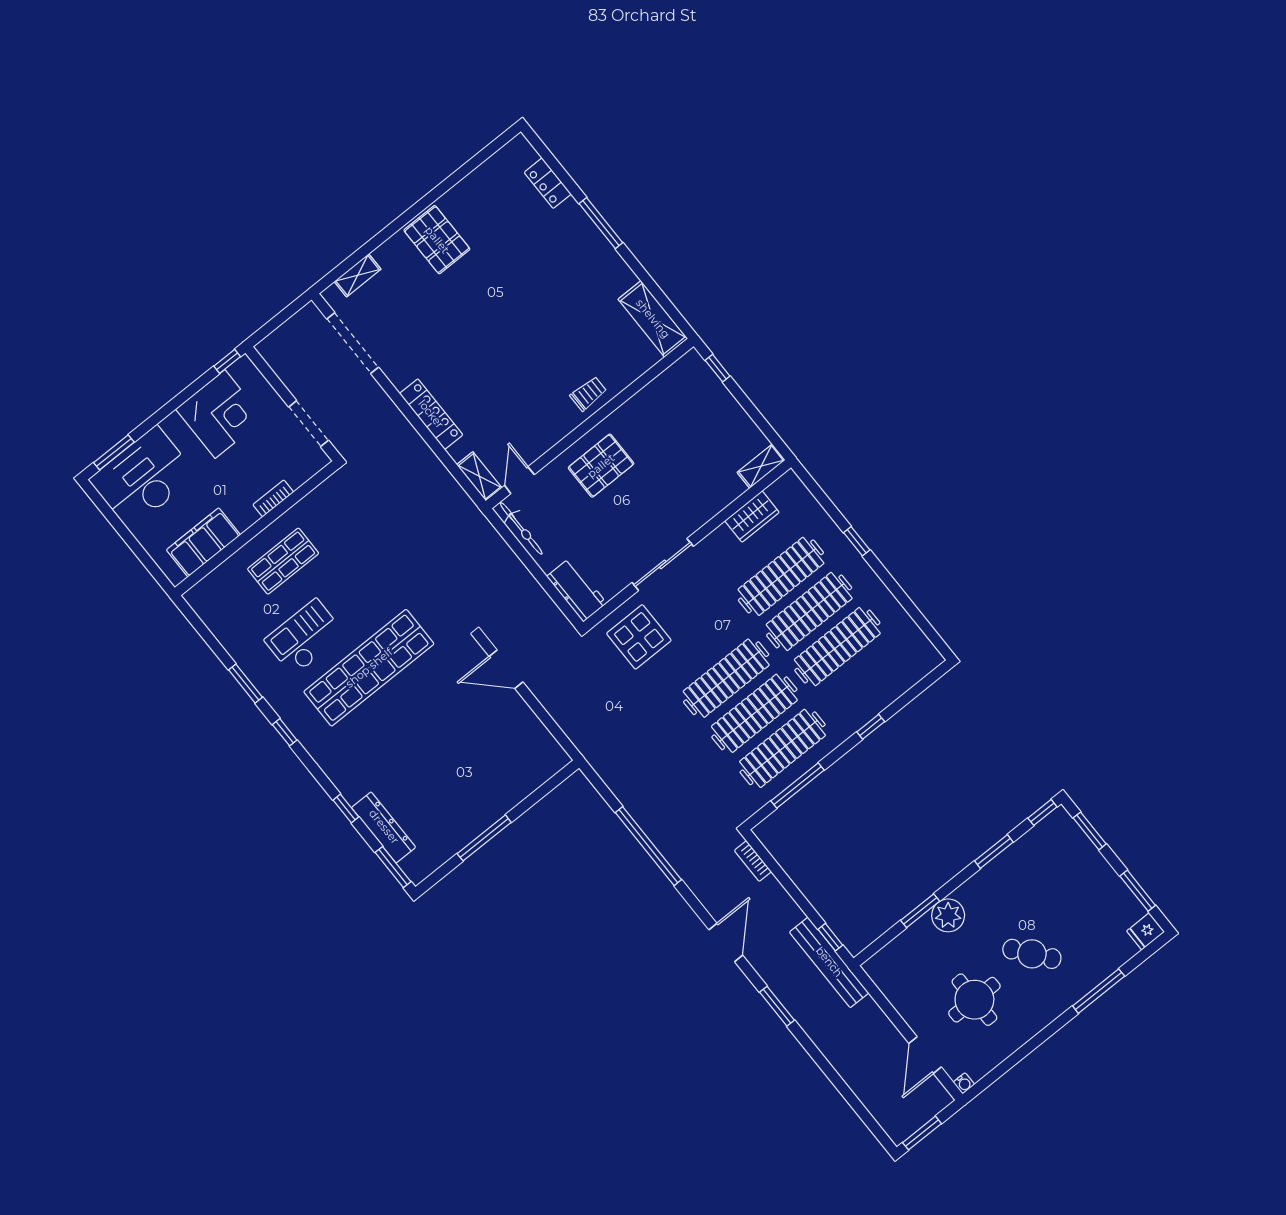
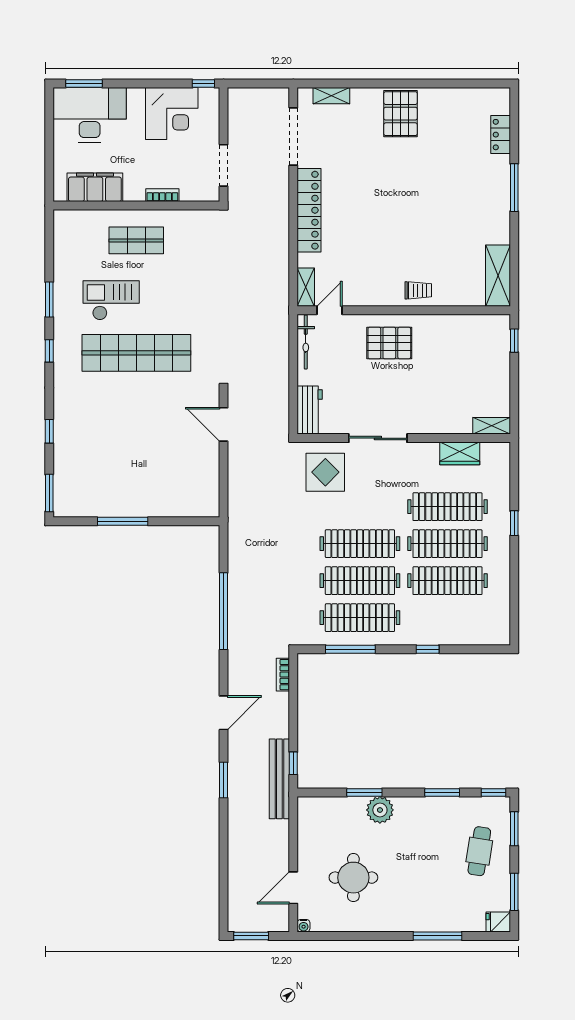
locker: (431, 414) -> (309, 210), width x1.41, depth x1.21
dresser: (384, 827) -> (64, 463), removed
cafe table: (1032, 954) -> (479, 851), moved, turned 47

